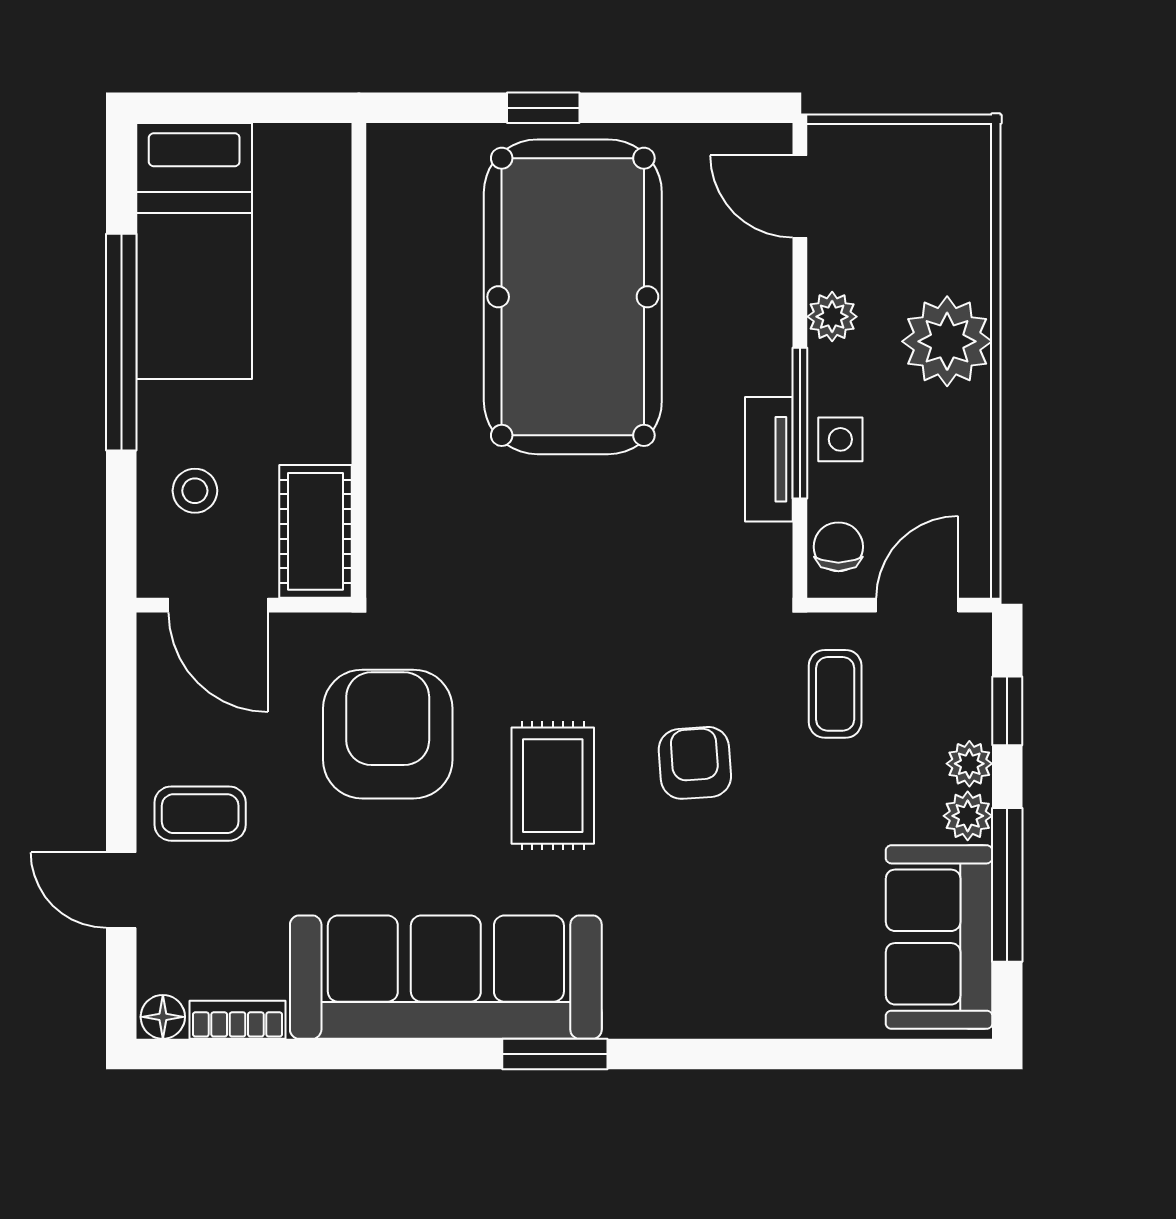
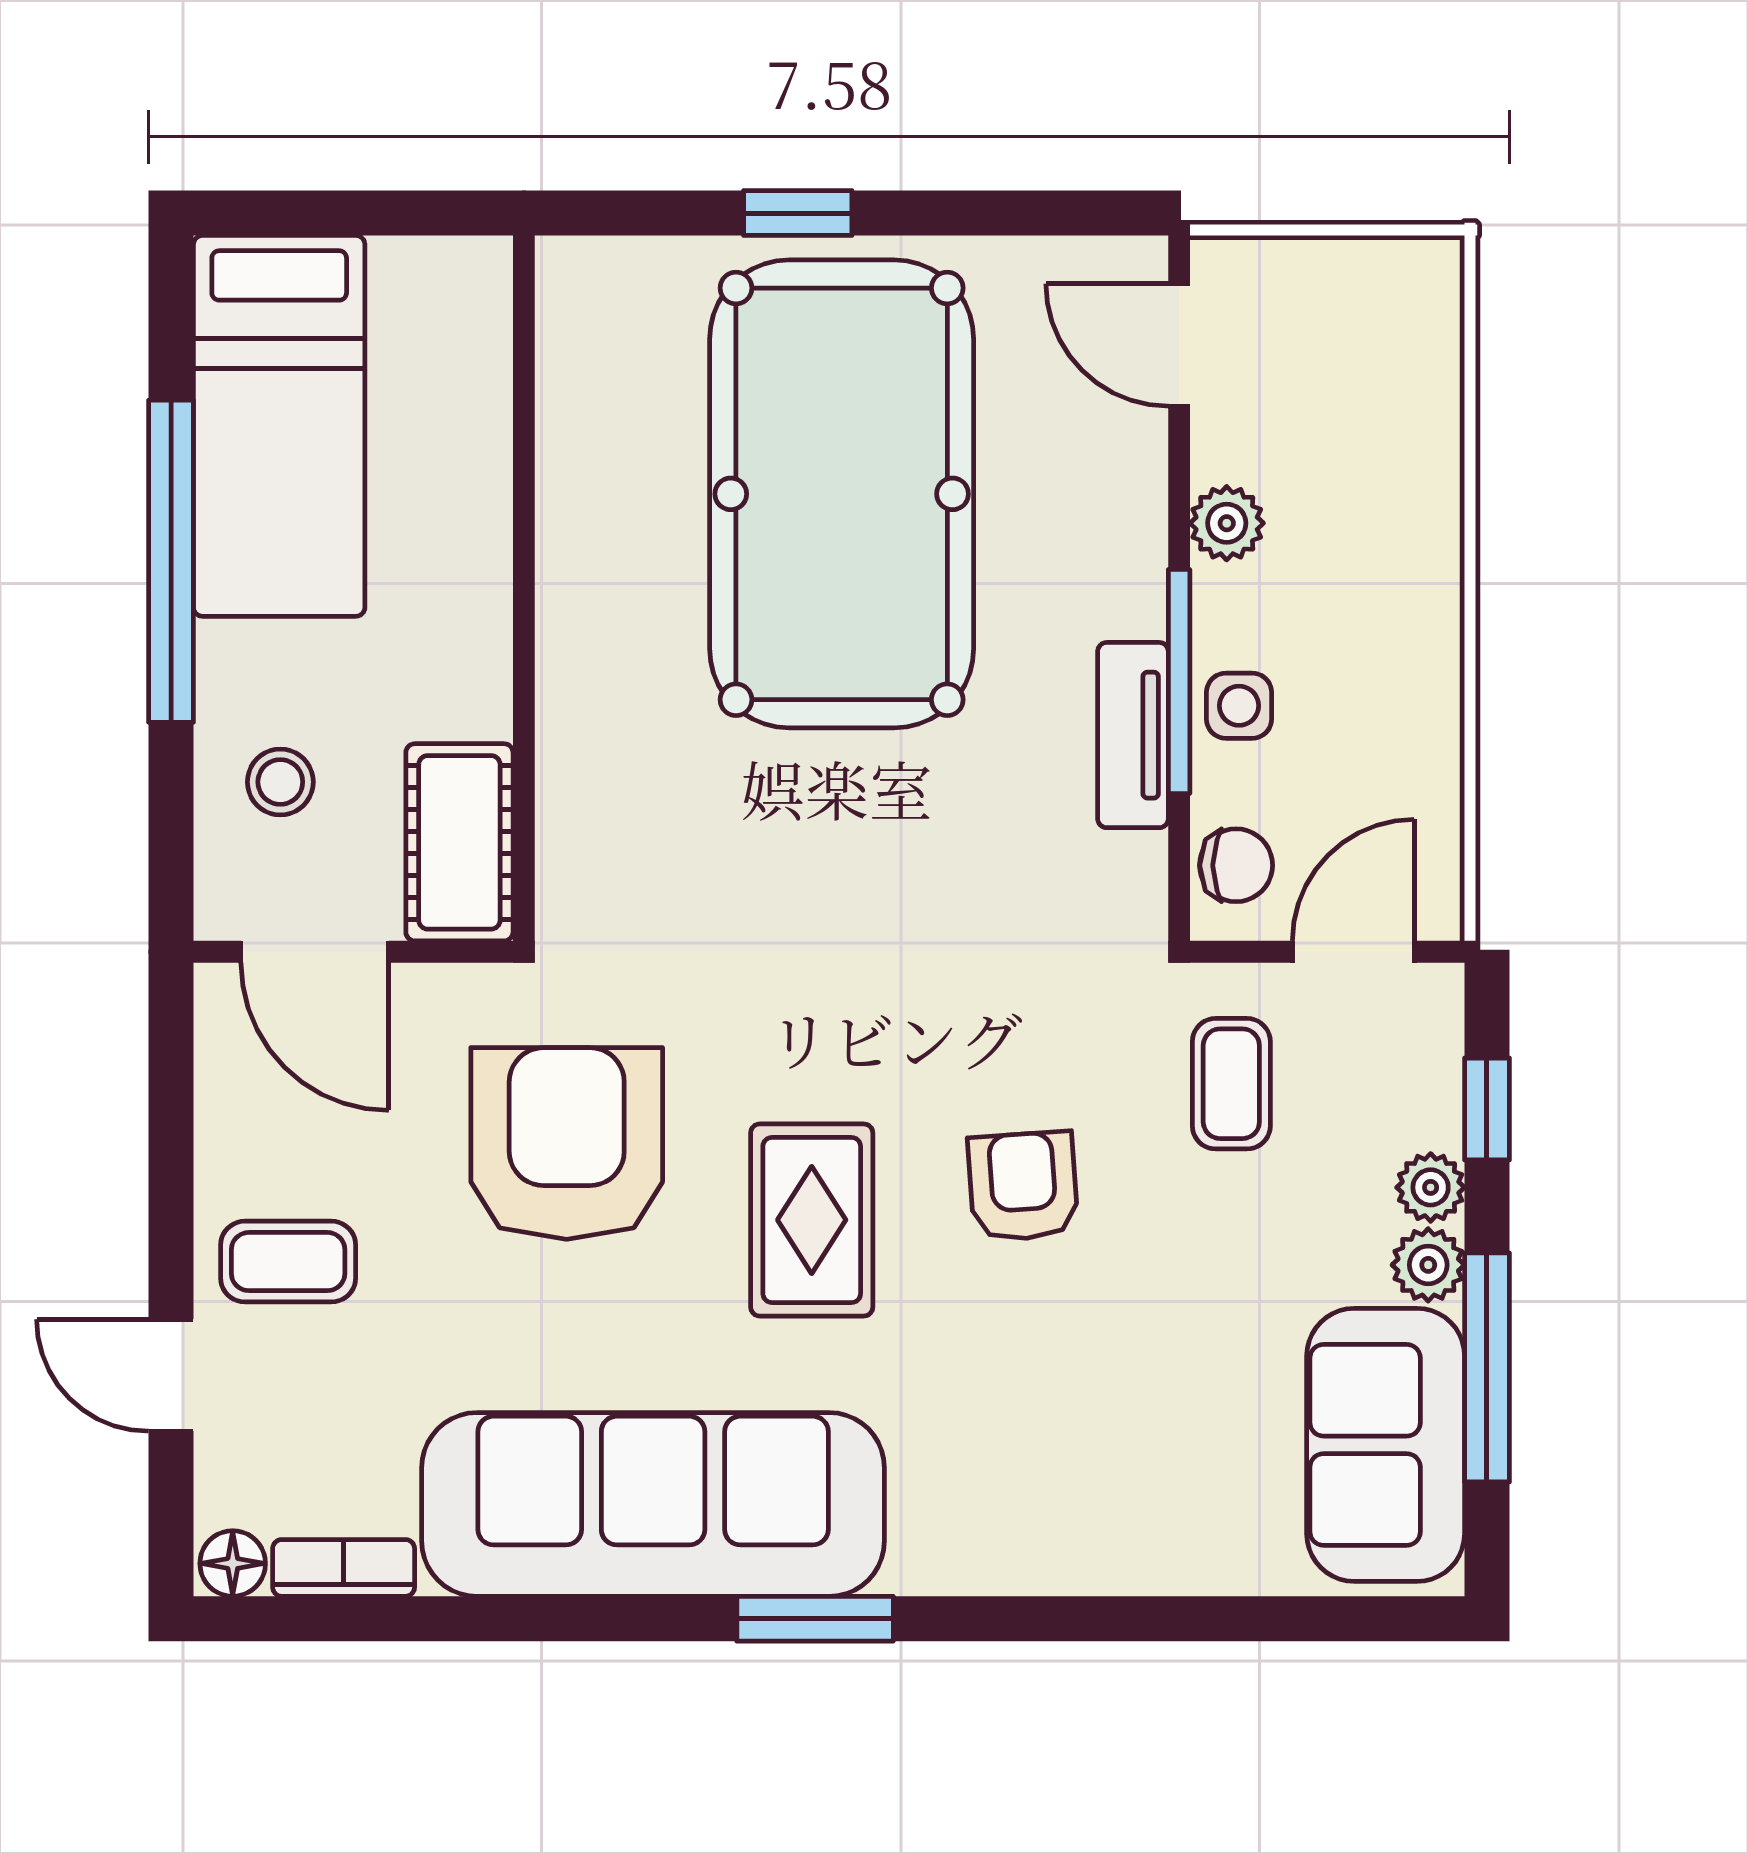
plant: (947, 341) -> (1398, 560), removed
chair: (838, 547) -> (1236, 865), turned 90

